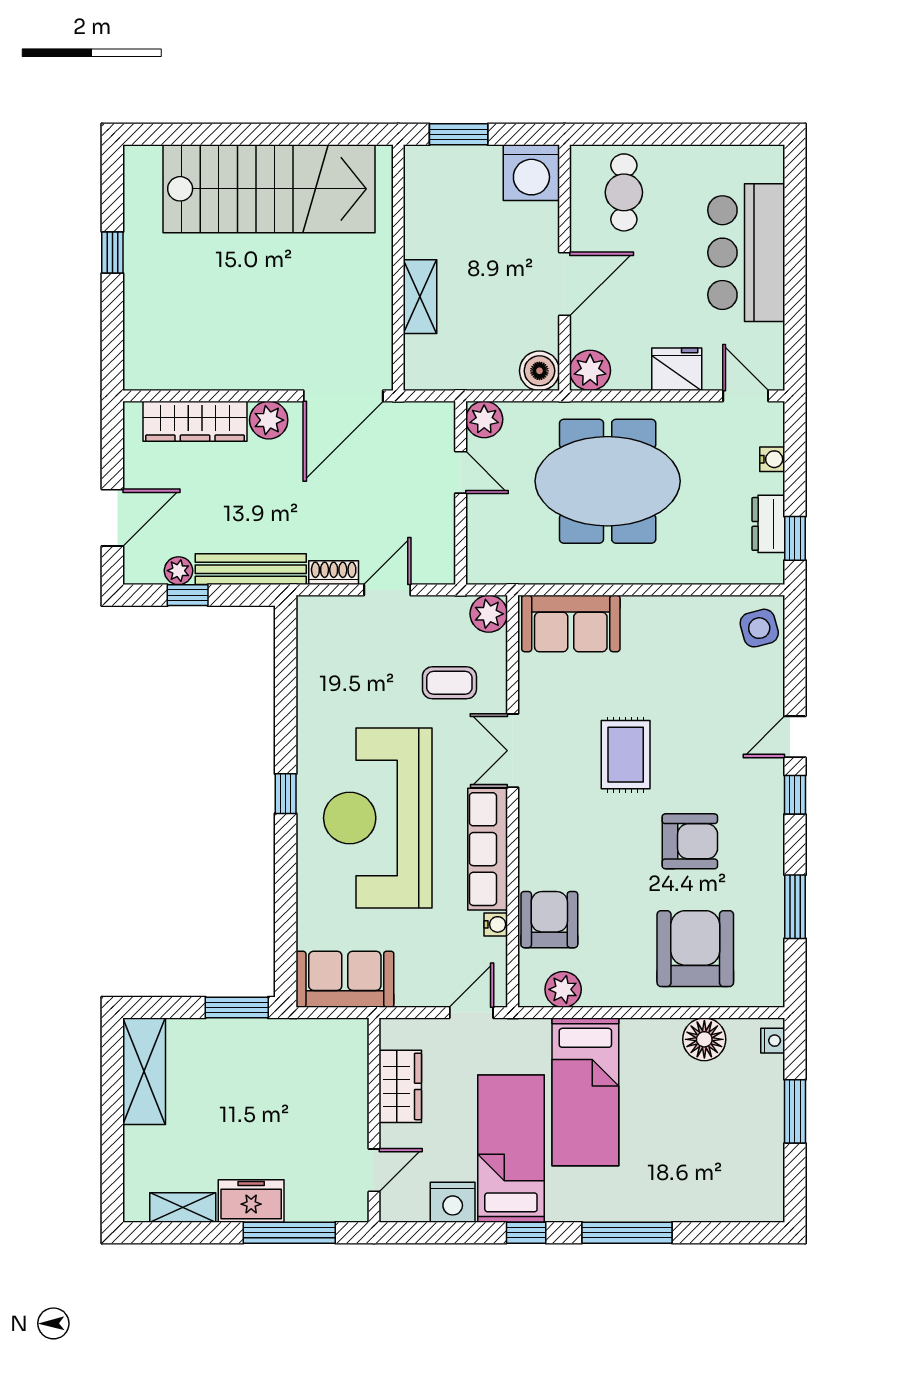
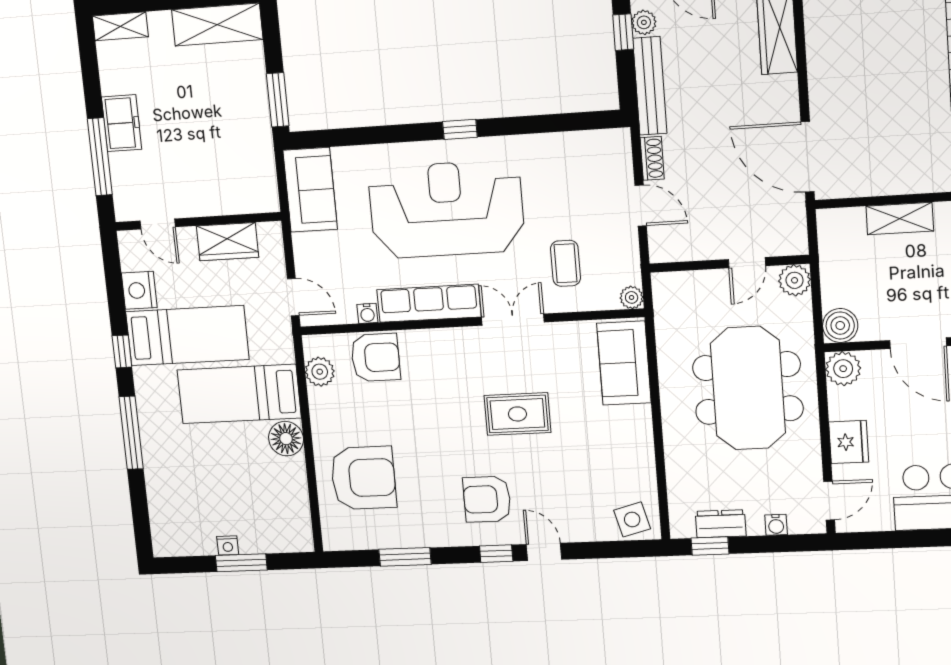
plant: (269, 420) -> (782, 93), removed
plant: (489, 614) -> (632, 297), width x0.73, depth x0.73
armchair: (690, 841) -> (487, 499), moved, turned 90
floor lamp: (704, 1039) -> (286, 439), moved
nightstand: (773, 1041) -> (228, 545), moved
shelving: (183, 1208) -> (120, 26), moved, turned 90

